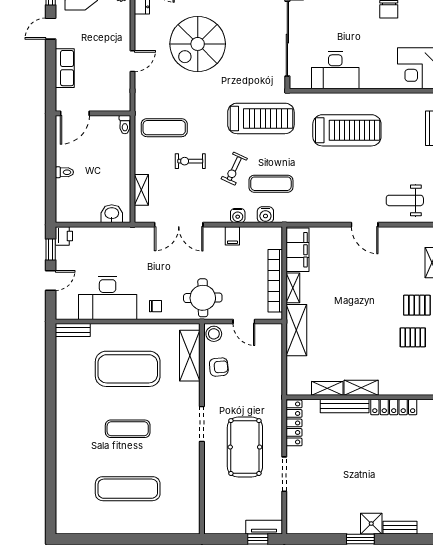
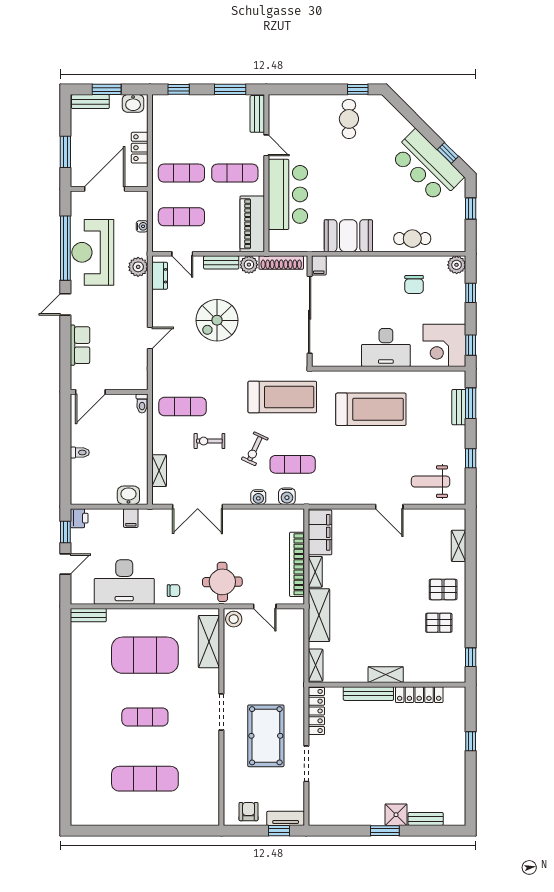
spiral stairs: (198, 44) -> (217, 320), width x0.73, depth x0.73
desk: (335, 70) -> (386, 347), moved
filing cabinet: (232, 236) -> (131, 518), moved
armchair: (219, 367) -> (249, 812), moved, turned -85
shelving: (327, 388) -> (316, 665), moved, turned 90

